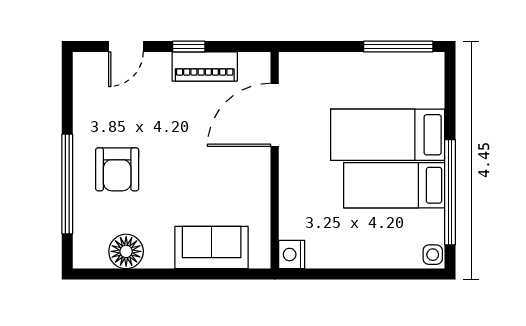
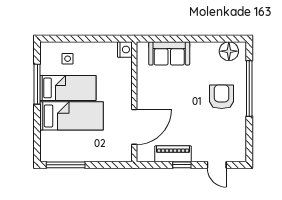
door: (126, 47) -> (217, 165), swing flipped
window: (450, 192) -> (37, 84), width x0.68
floor lamp: (126, 251) -> (229, 51), moved
side table: (433, 255) -> (68, 59), moved

